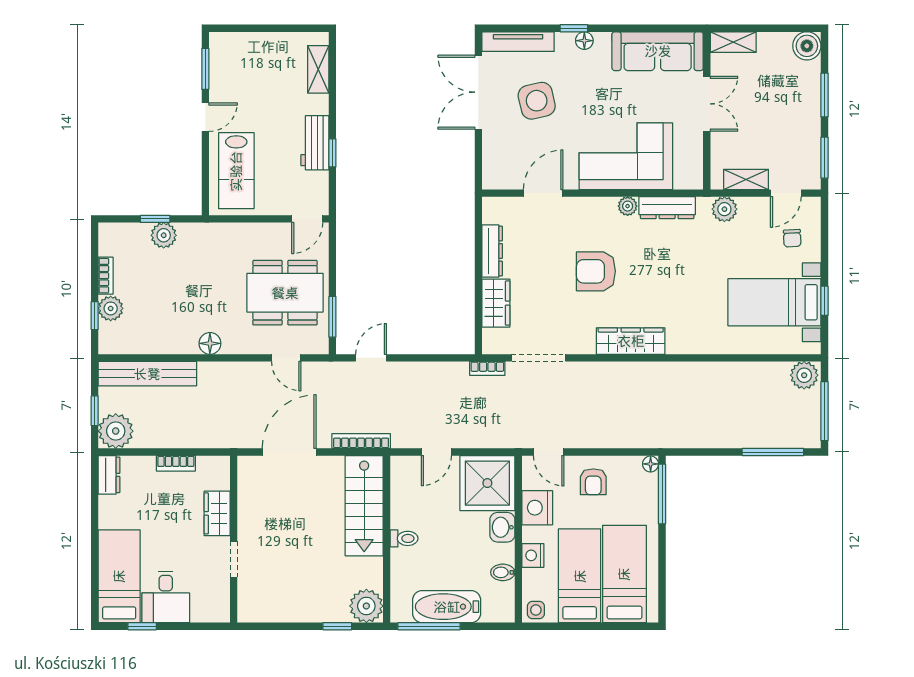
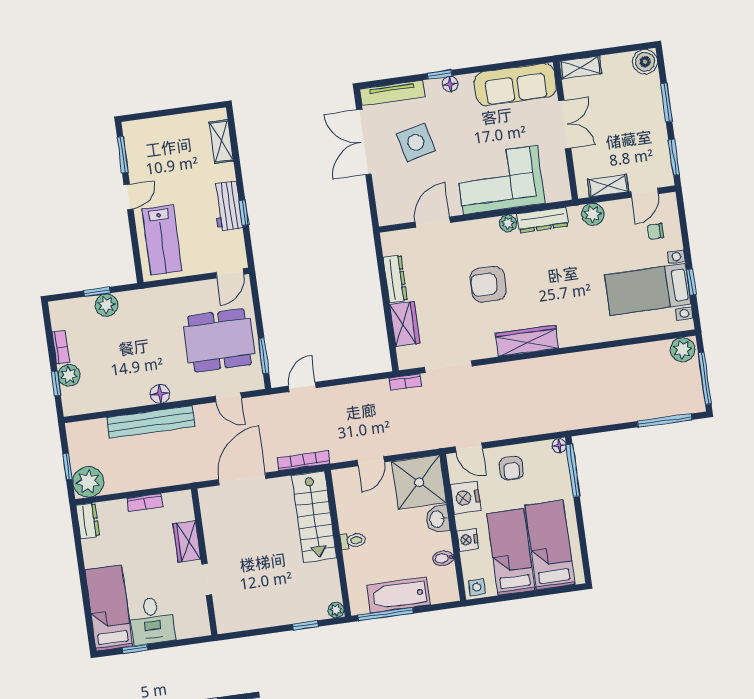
chair: (792, 238) -> (656, 231), turned 93
bench: (147, 374) -> (151, 422), moved
plant: (366, 606) -> (336, 610), width x0.53, depth x0.53

